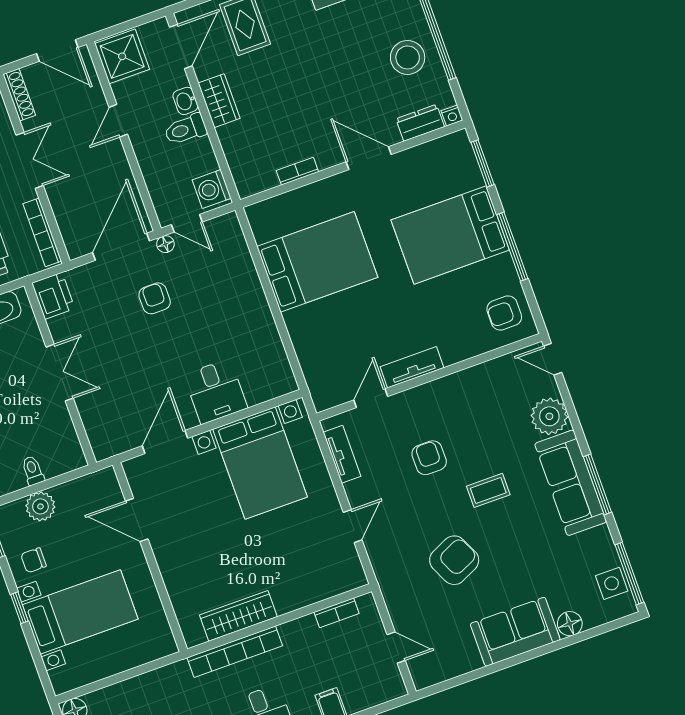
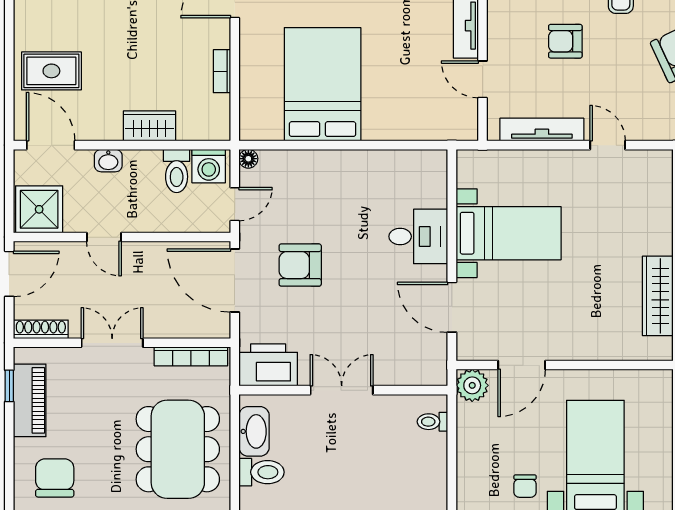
wardrobe: (219, 101) -> (149, 126), moved
toilet: (185, 129) -> (177, 171), moved
floor lamp: (165, 244) -> (248, 159), moved
printer: (53, 296) -> (268, 365), width x1.37, depth x1.19
armchair: (155, 298) -> (300, 265), width x1.38, depth x1.38
tv unit: (342, 454) -> (542, 130), width x1.41
bed with nightstands: (260, 463) -> (509, 233), width x0.73
toilet: (33, 471) -> (432, 422), moved
plant: (40, 506) -> (472, 385), moved

